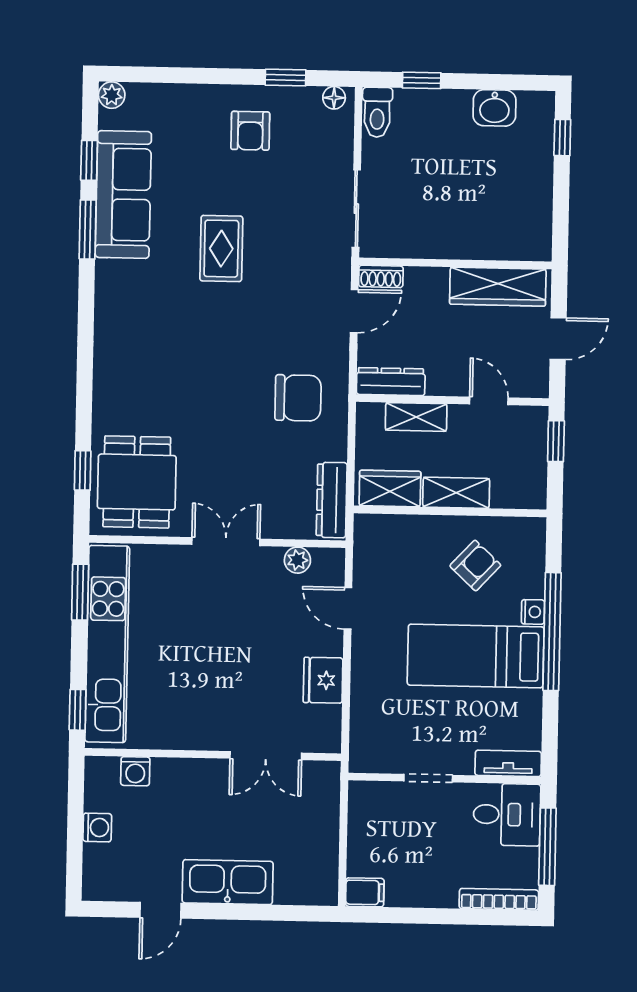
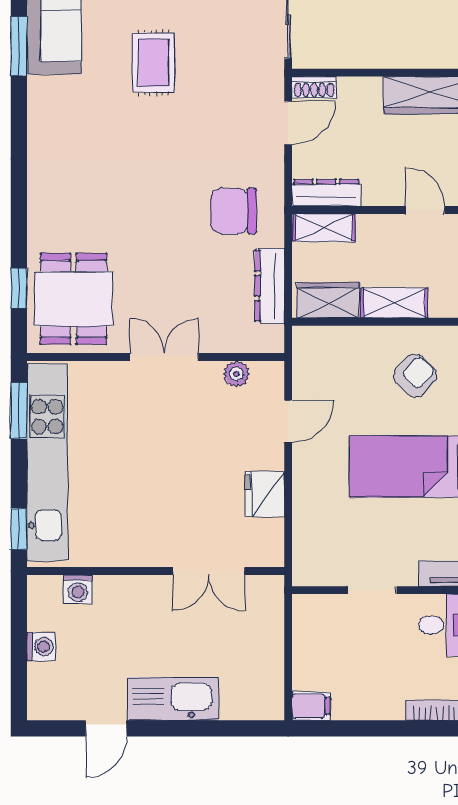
chair: (298, 398) -> (234, 211), turned 180
shelving: (416, 417) -> (324, 228), moved
dresser: (332, 500) -> (270, 286), moved
door: (348, 608) -> (288, 421), swing flipped

